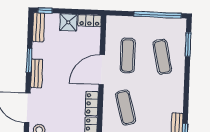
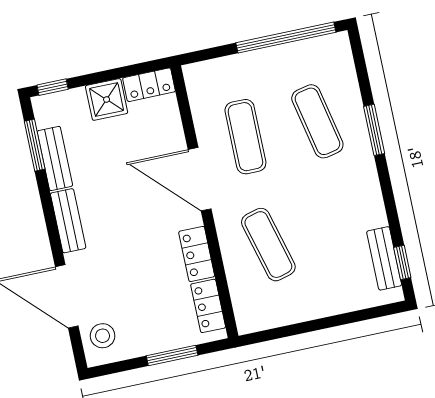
bench: (38, 27) -> (55, 158), moved
window: (188, 44) -> (374, 130), moved
window: (29, 60) -> (35, 145), moved
door: (102, 70) -> (200, 179), hinge flipped

